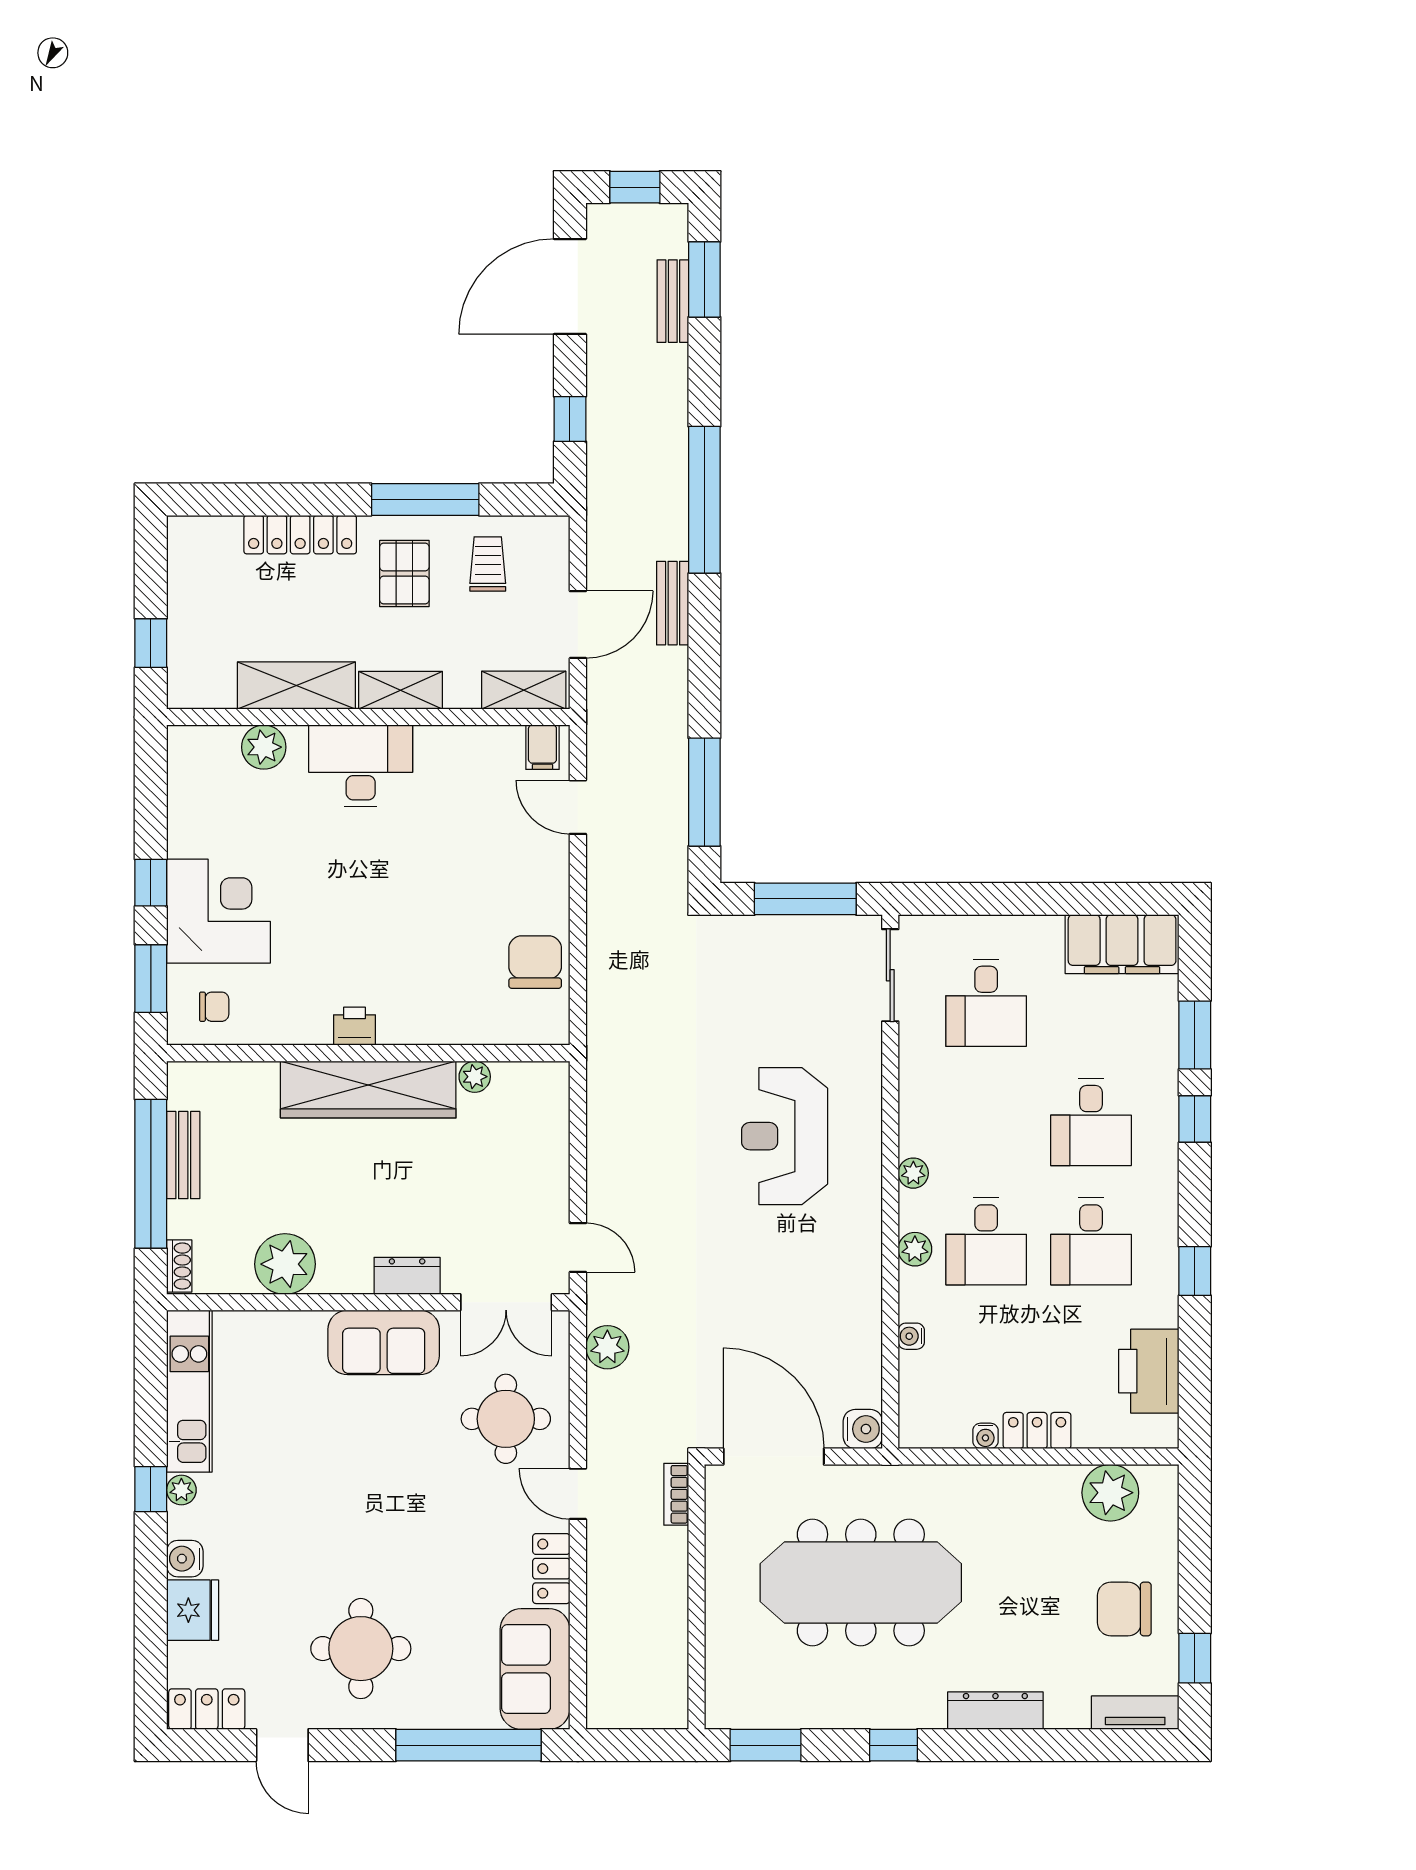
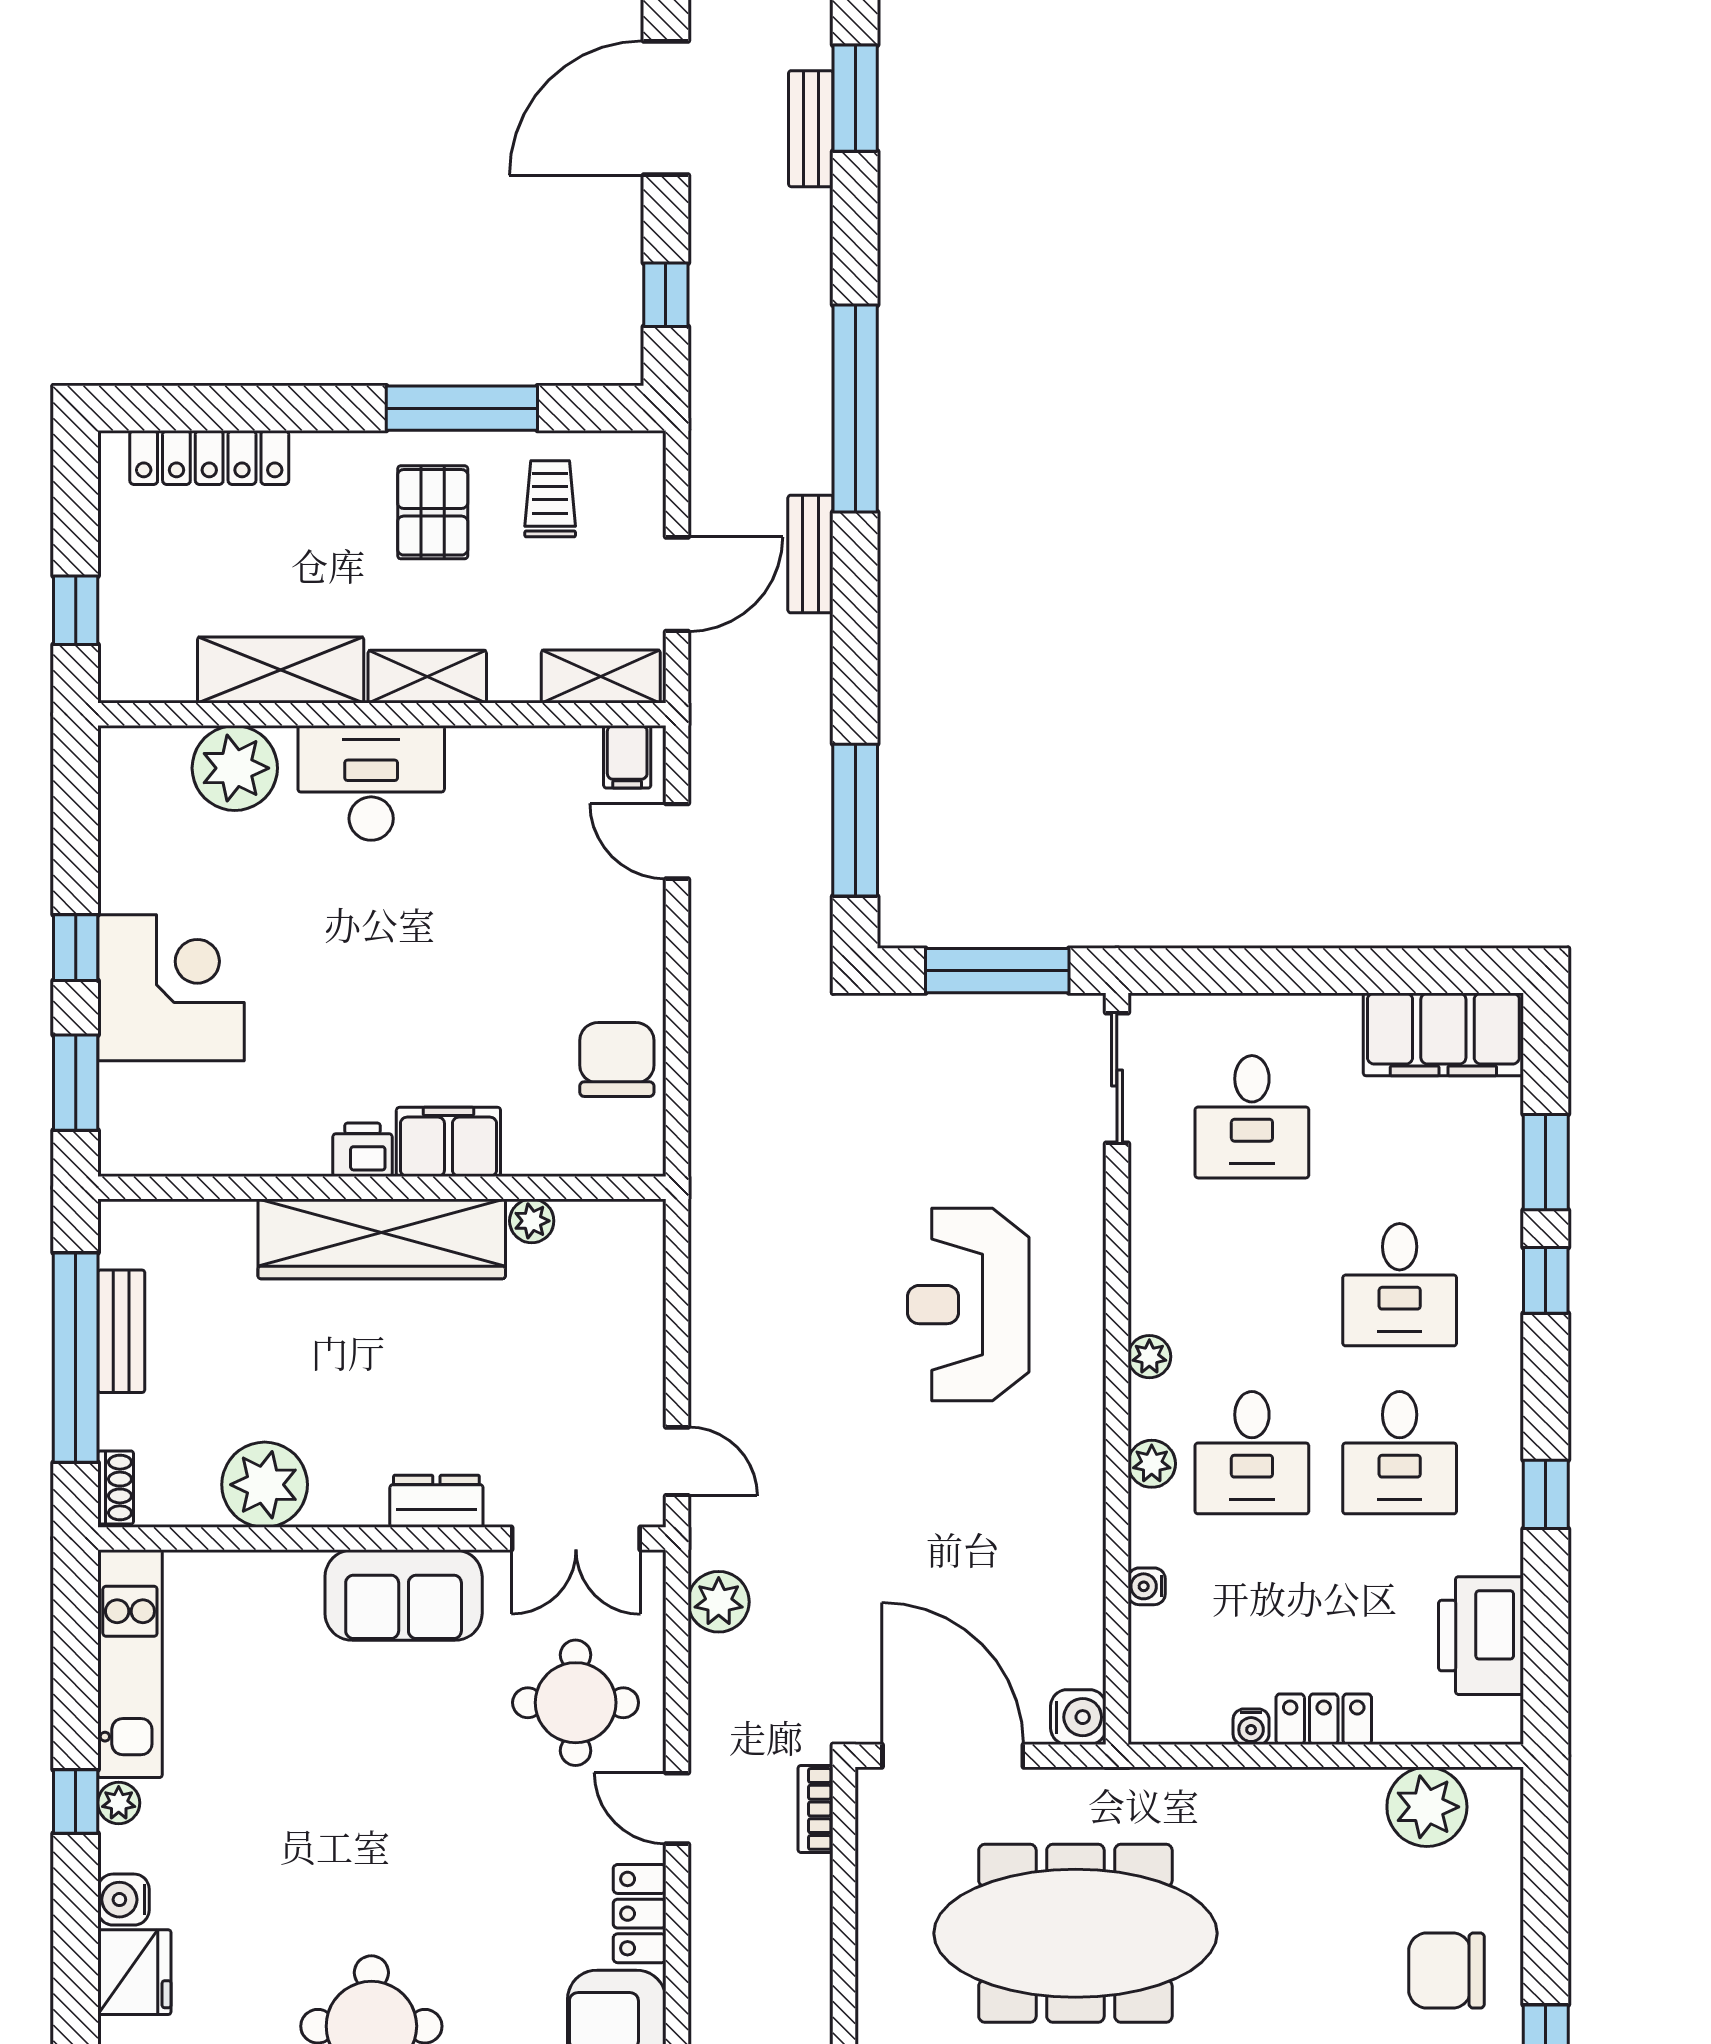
locker: (300, 535) -> (209, 457), moved
plant: (264, 747) -> (235, 768), width x1.36, depth x1.36
chair: (214, 1007) -> (165, 1122), removed
filing cabinet: (416, 1021) -> (448, 1142), added

